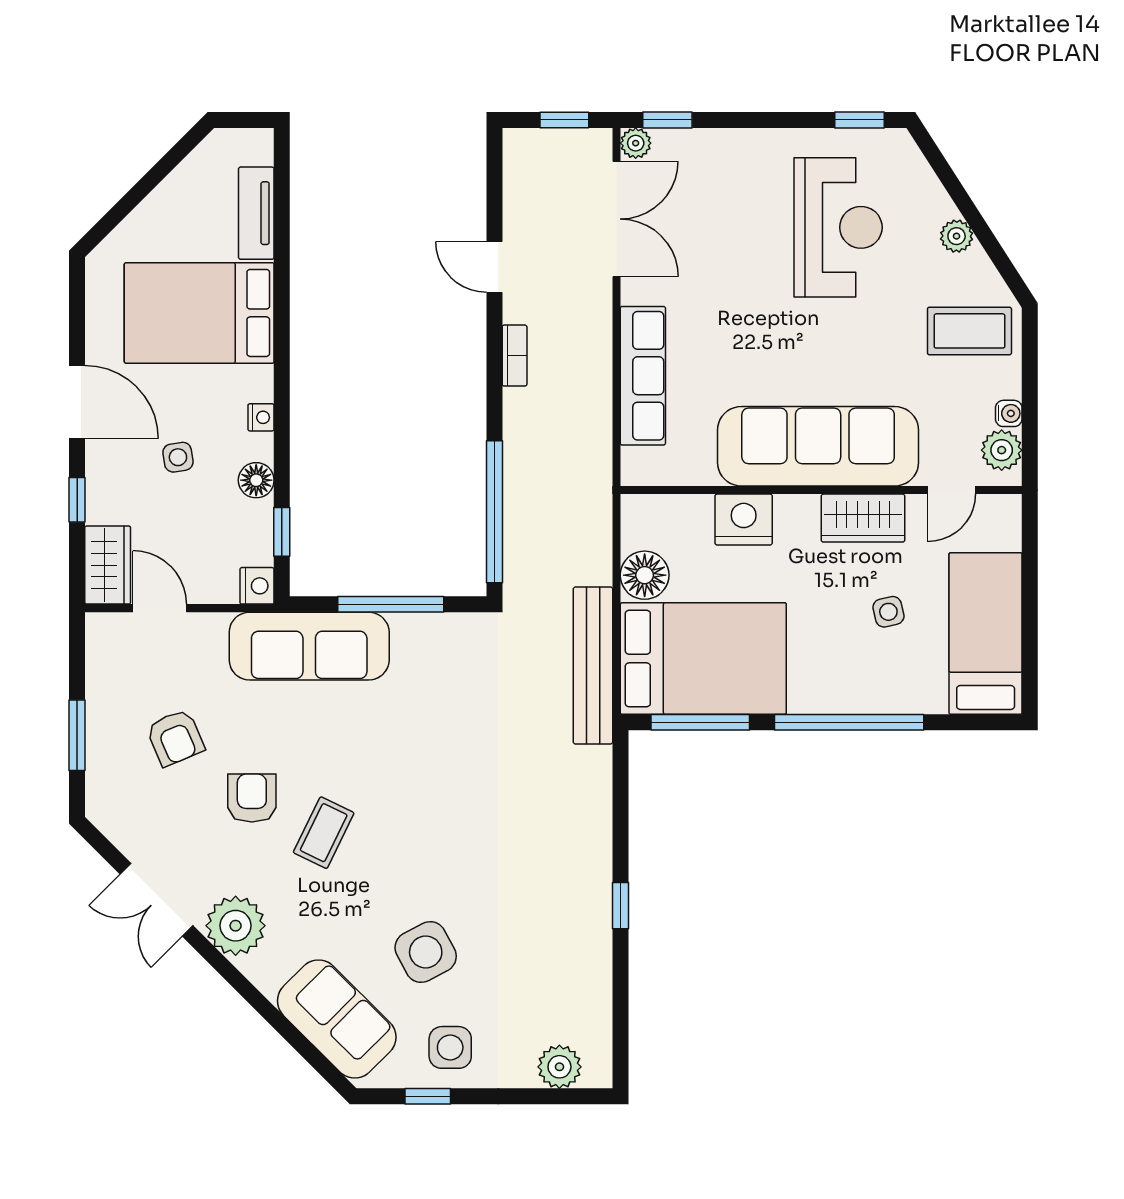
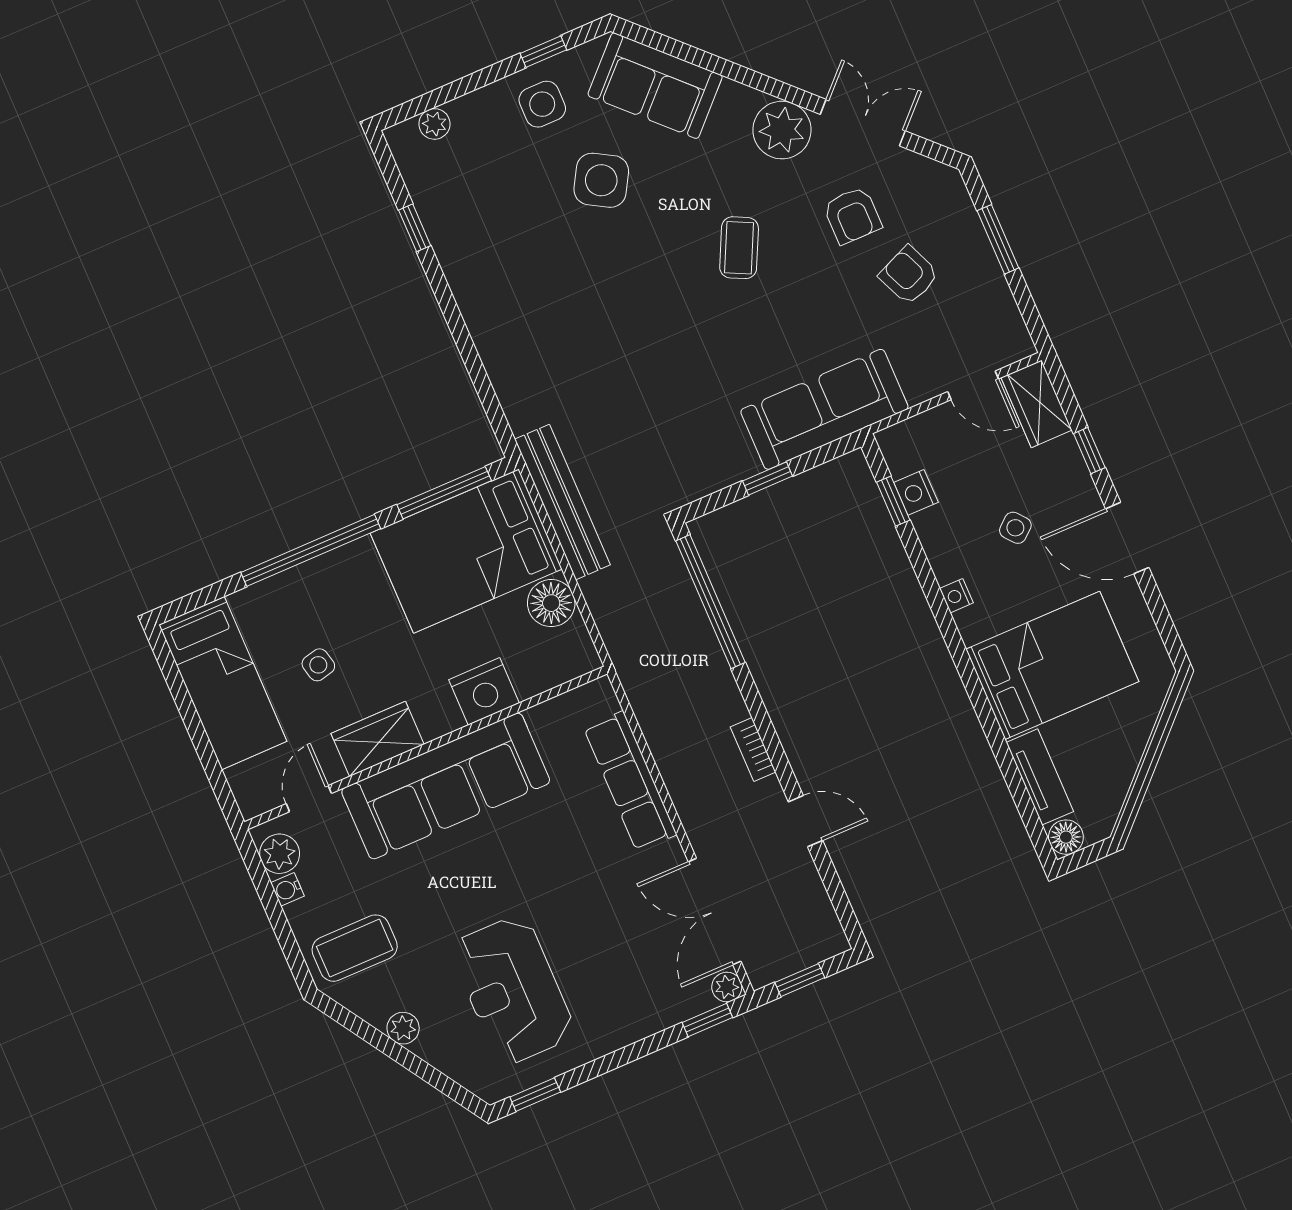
side table: (178, 457) -> (1015, 528), turned -31
floor lamp: (256, 480) -> (1066, 837), moved
nightstand: (257, 586) -> (916, 492), moved
window: (391, 604) -> (767, 479), width x0.46
armchair: (252, 798) -> (852, 215), moved
window: (620, 906) -> (415, 228), moved
side table: (426, 952) -> (601, 180), turned -32
plant: (559, 1067) -> (434, 124), width x0.73, depth x0.73

